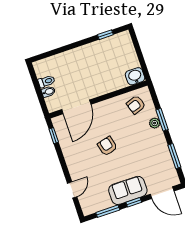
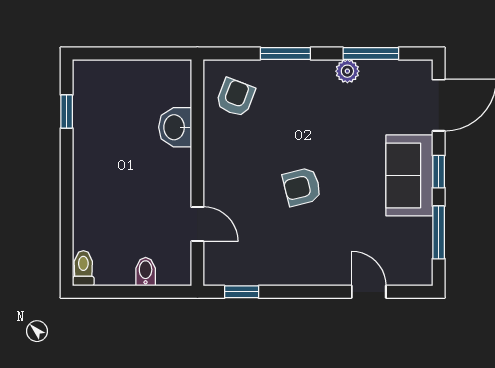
washbasin: (135, 76) -> (175, 127), moved
toilet: (46, 81) -> (83, 268), moved
armchair: (136, 105) -> (235, 97), turned -140
door: (76, 107) -> (197, 224), width x0.53
plant: (155, 123) -> (347, 71), moved

